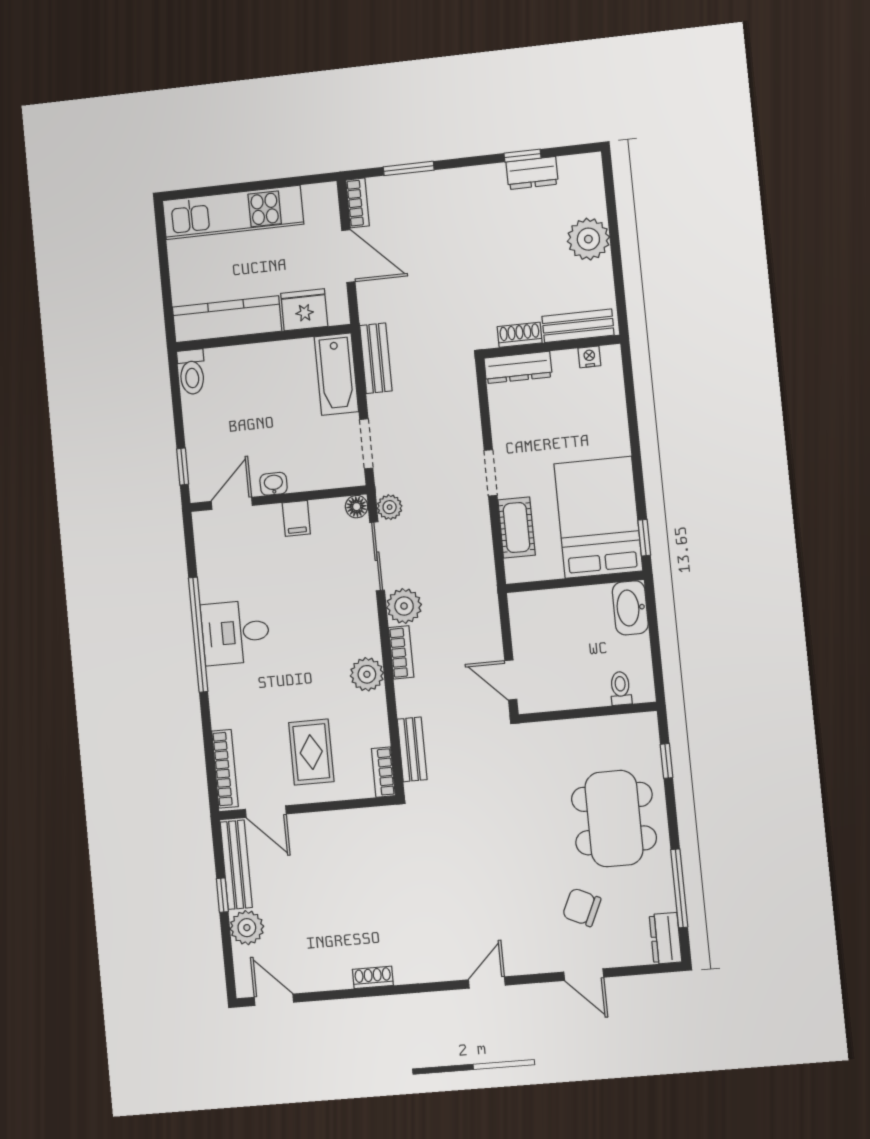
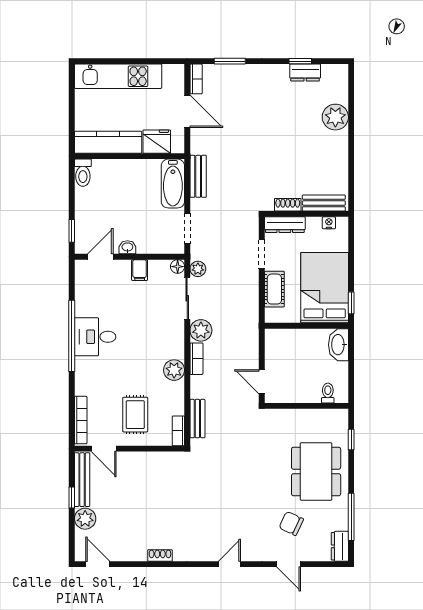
bench: (578, 326) -> (324, 203), moved
shoe rack: (520, 335) -> (288, 205), moved
wall: (552, 346) -> (306, 214), moved
nightstand: (589, 357) -> (329, 223), moved
dresser: (518, 367) -> (285, 225), moved

